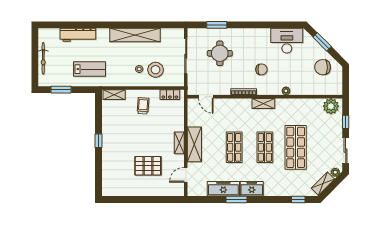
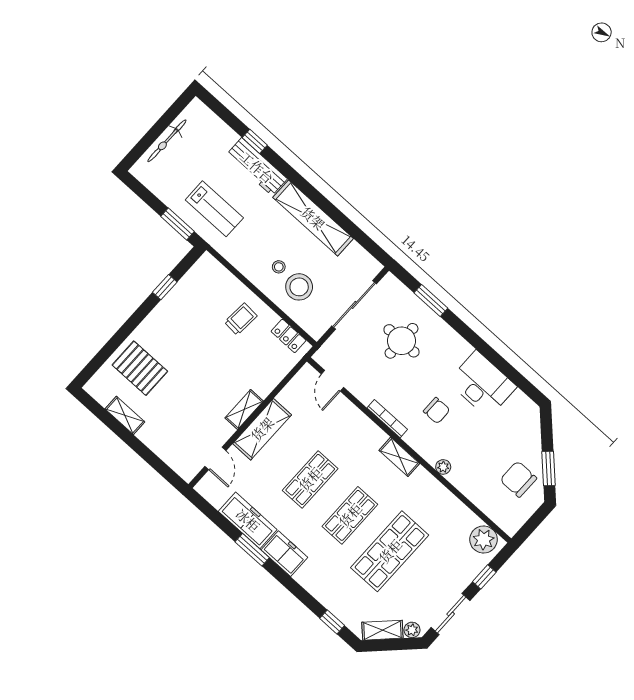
window: (81, 25) -> (255, 141), added
workbench: (78, 35) -> (257, 167), moved
desk: (287, 41) -> (482, 384), moved
window: (322, 42) -> (549, 469), moved
window: (61, 90) -> (178, 224), moved
shelving: (114, 95) -> (125, 415), moved
window: (99, 141) -> (165, 287), moved
pallet: (148, 166) -> (140, 368), moved
door: (186, 175) -> (215, 458), swing flipped

